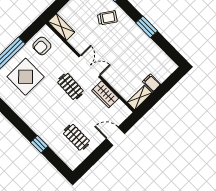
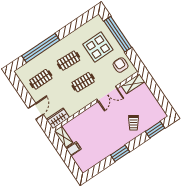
double door: (89, 66) -> (107, 94), moved
wardrobe: (105, 94) -> (58, 118), moved
clothes rail: (48, 109) -> (69, 61), added
window: (39, 144) -> (41, 48), width x3.17

